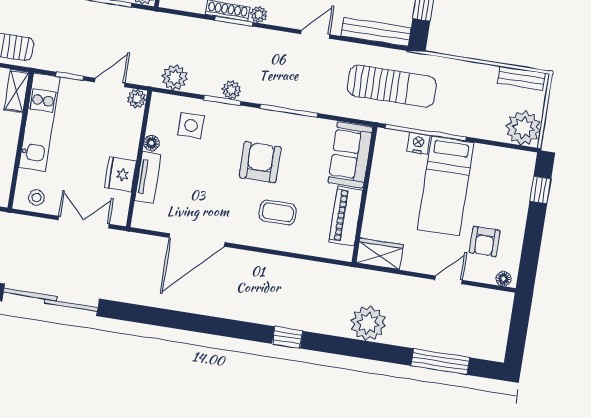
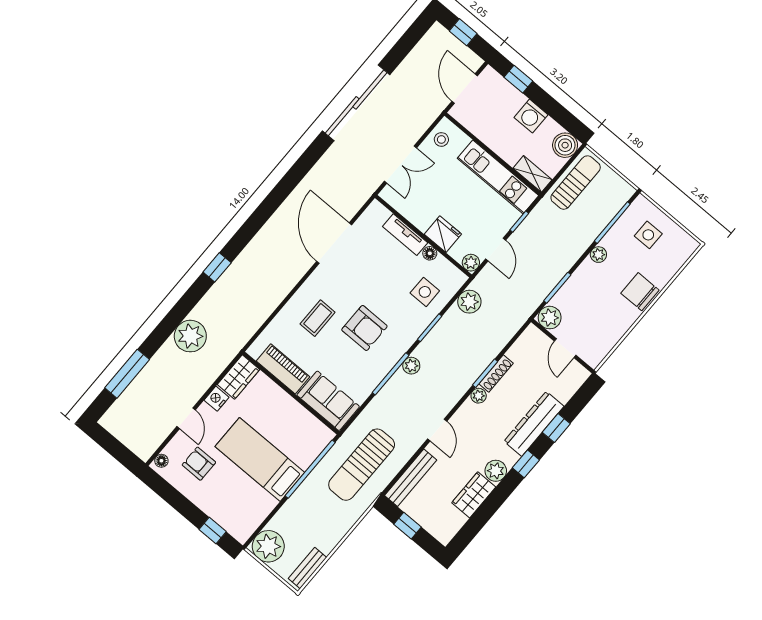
plant: (231, 90) -> (411, 366), moved
nightstand: (418, 143) -> (217, 399), moved, turned 180
fridge: (120, 174) -> (443, 234), moved

